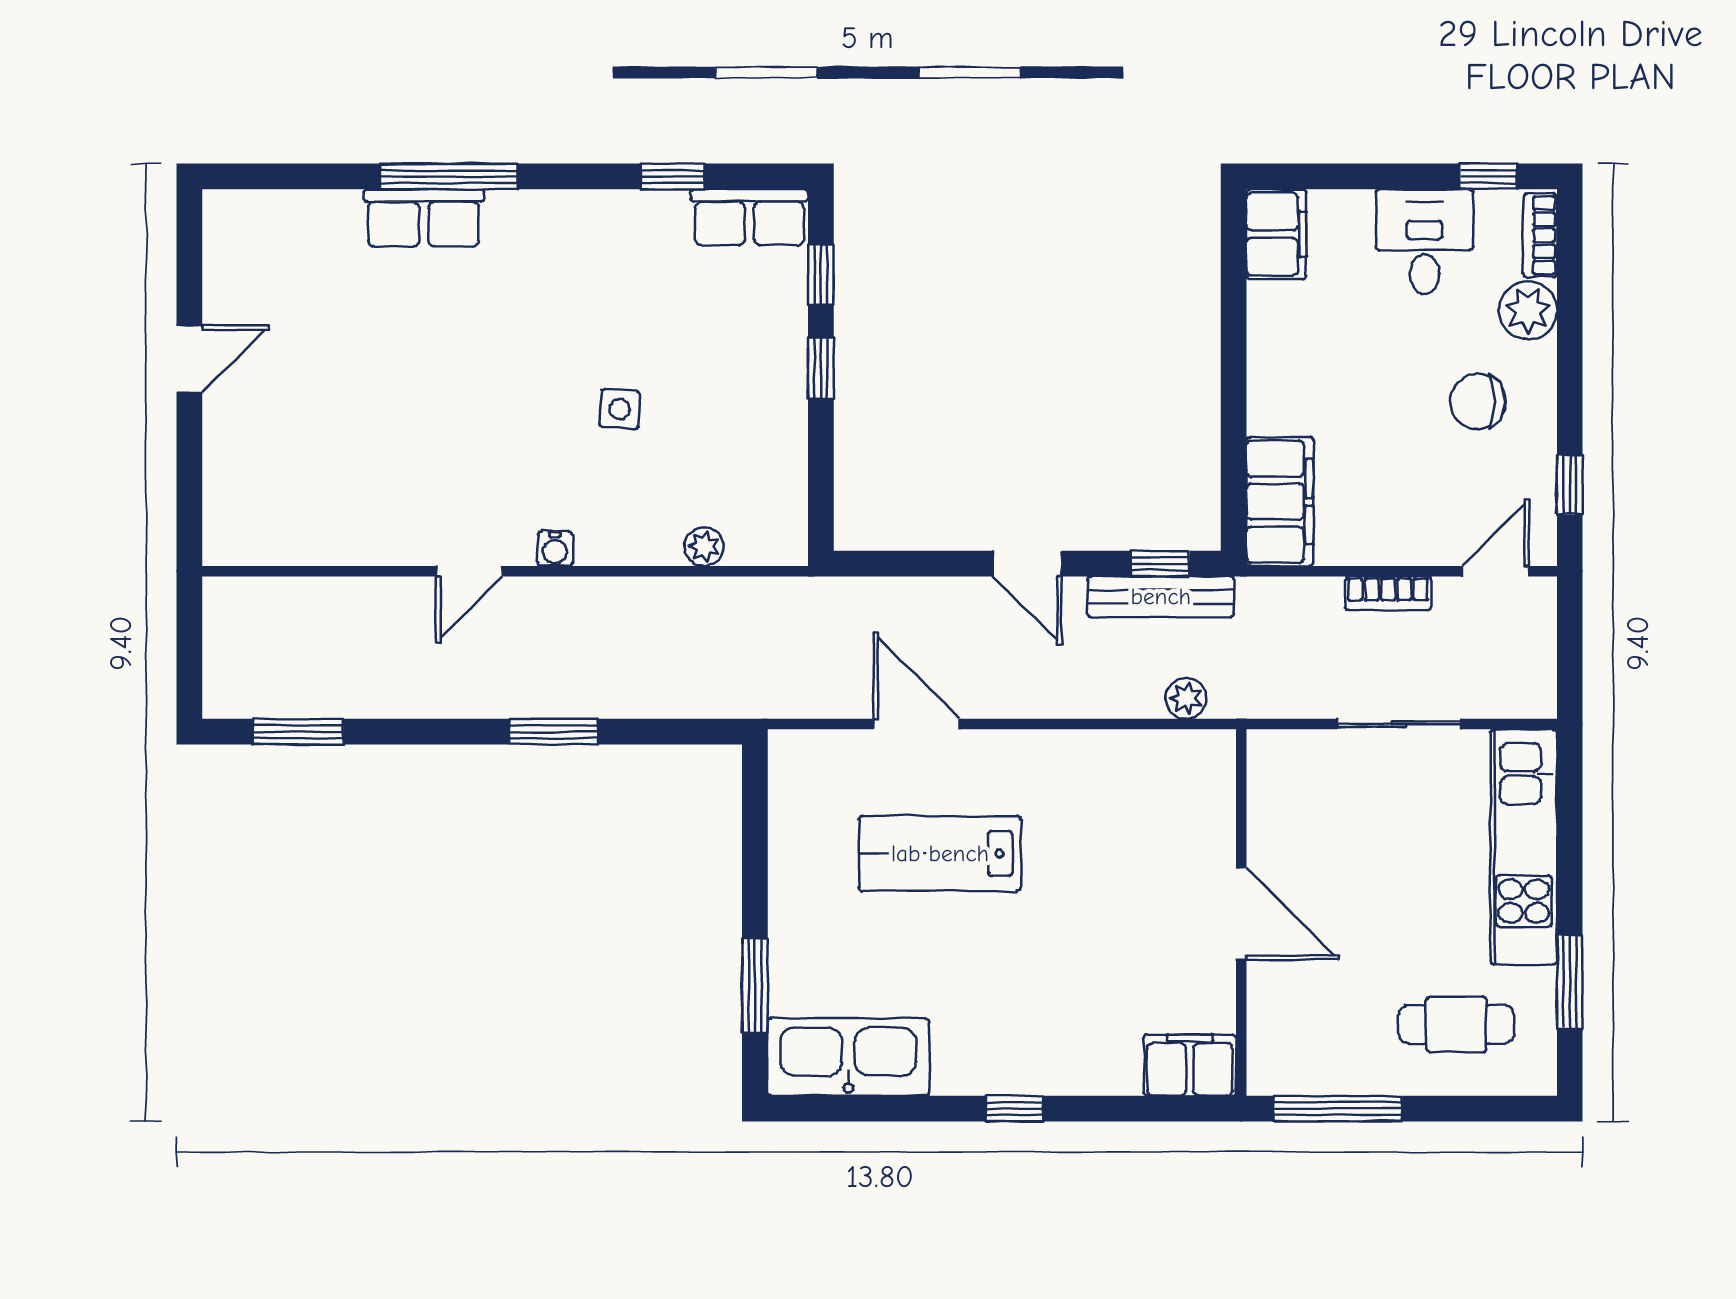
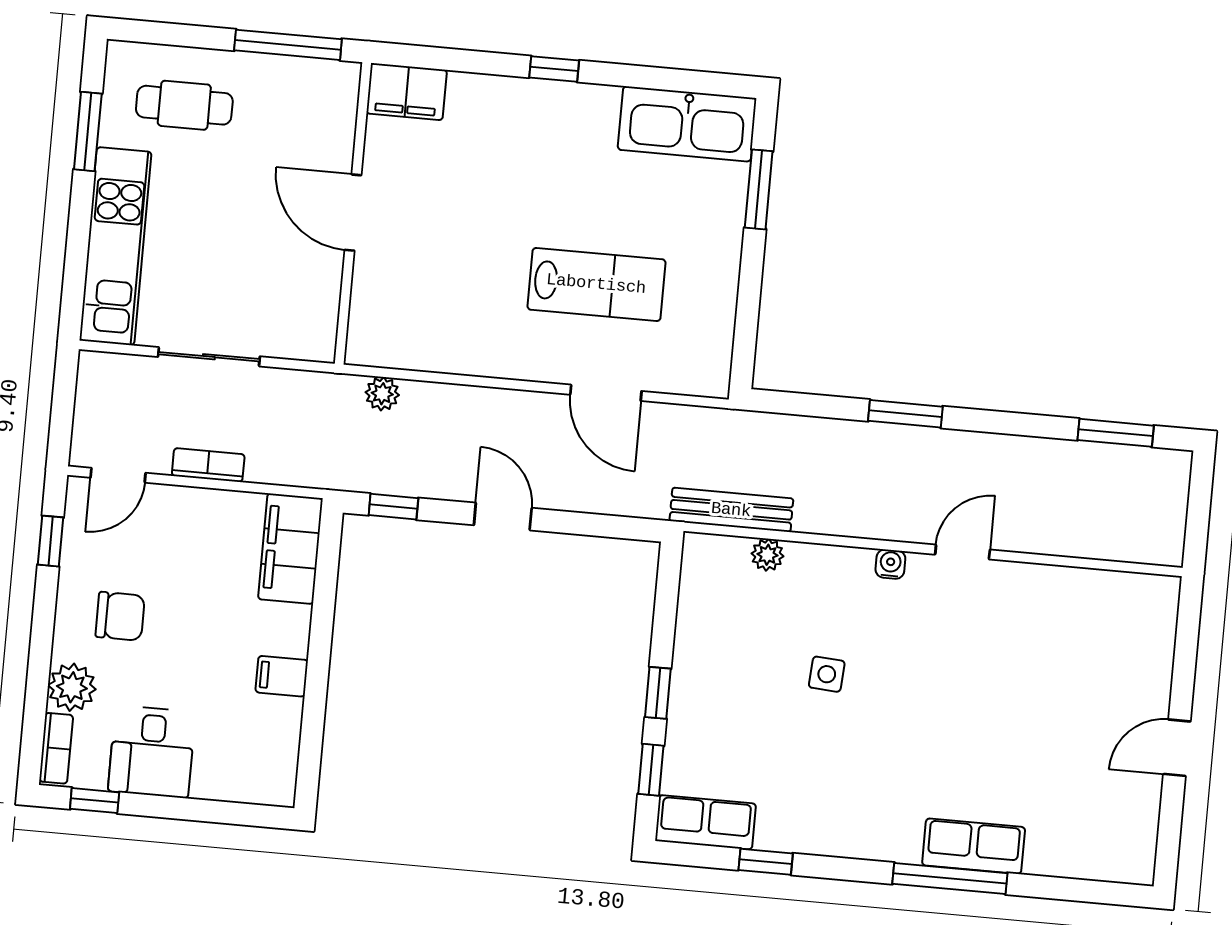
filing cabinet: (1276, 234) -> (282, 676), moved, width x0.50
bench: (1161, 597) -> (731, 510), moved

